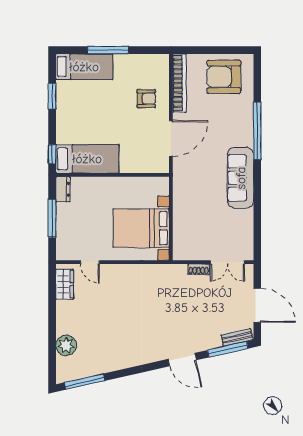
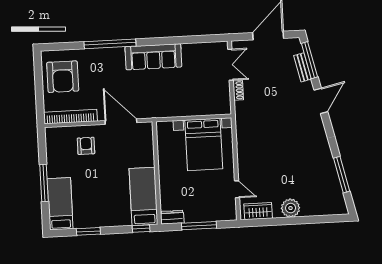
door: (90, 262) -> (237, 189), hinge flipped
bench: (237, 337) -> (302, 67), moved
plant: (66, 345) -> (291, 208), moved
window: (84, 382) -> (342, 175), moved

